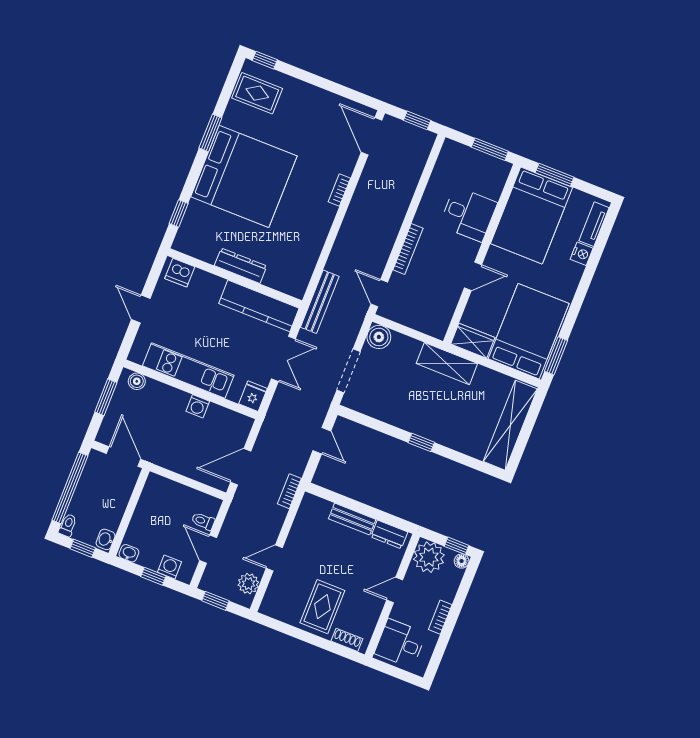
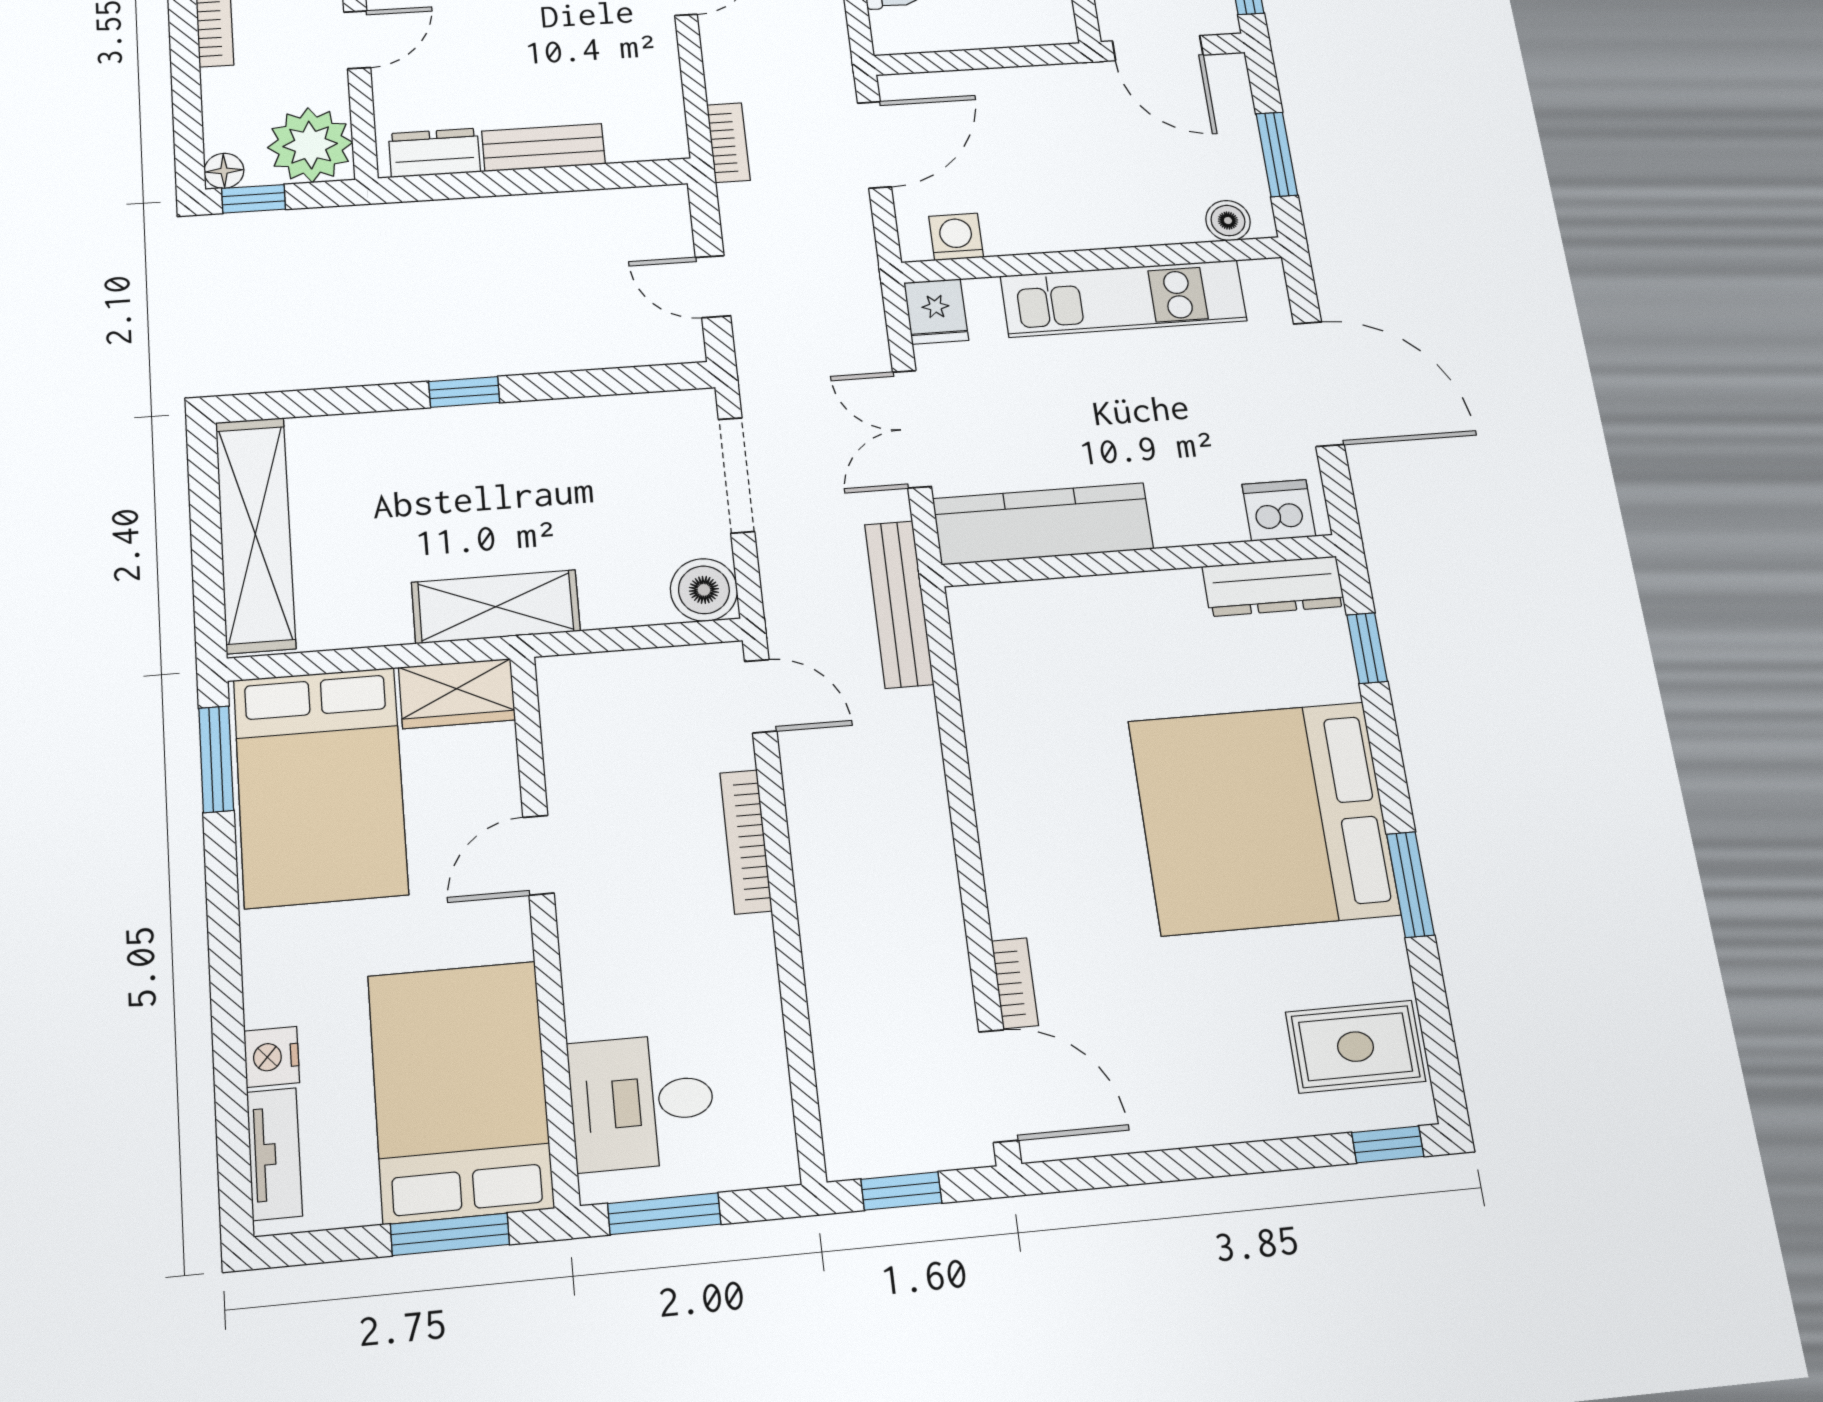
bookcase: (339, 190) -> (1015, 983), moved
desk: (468, 214) -> (642, 1102), moved
dresser: (241, 266) -> (1274, 586), moved
door: (141, 309) -> (1319, 384), width x1.87
washing machine: (198, 406) -> (956, 237), moved

